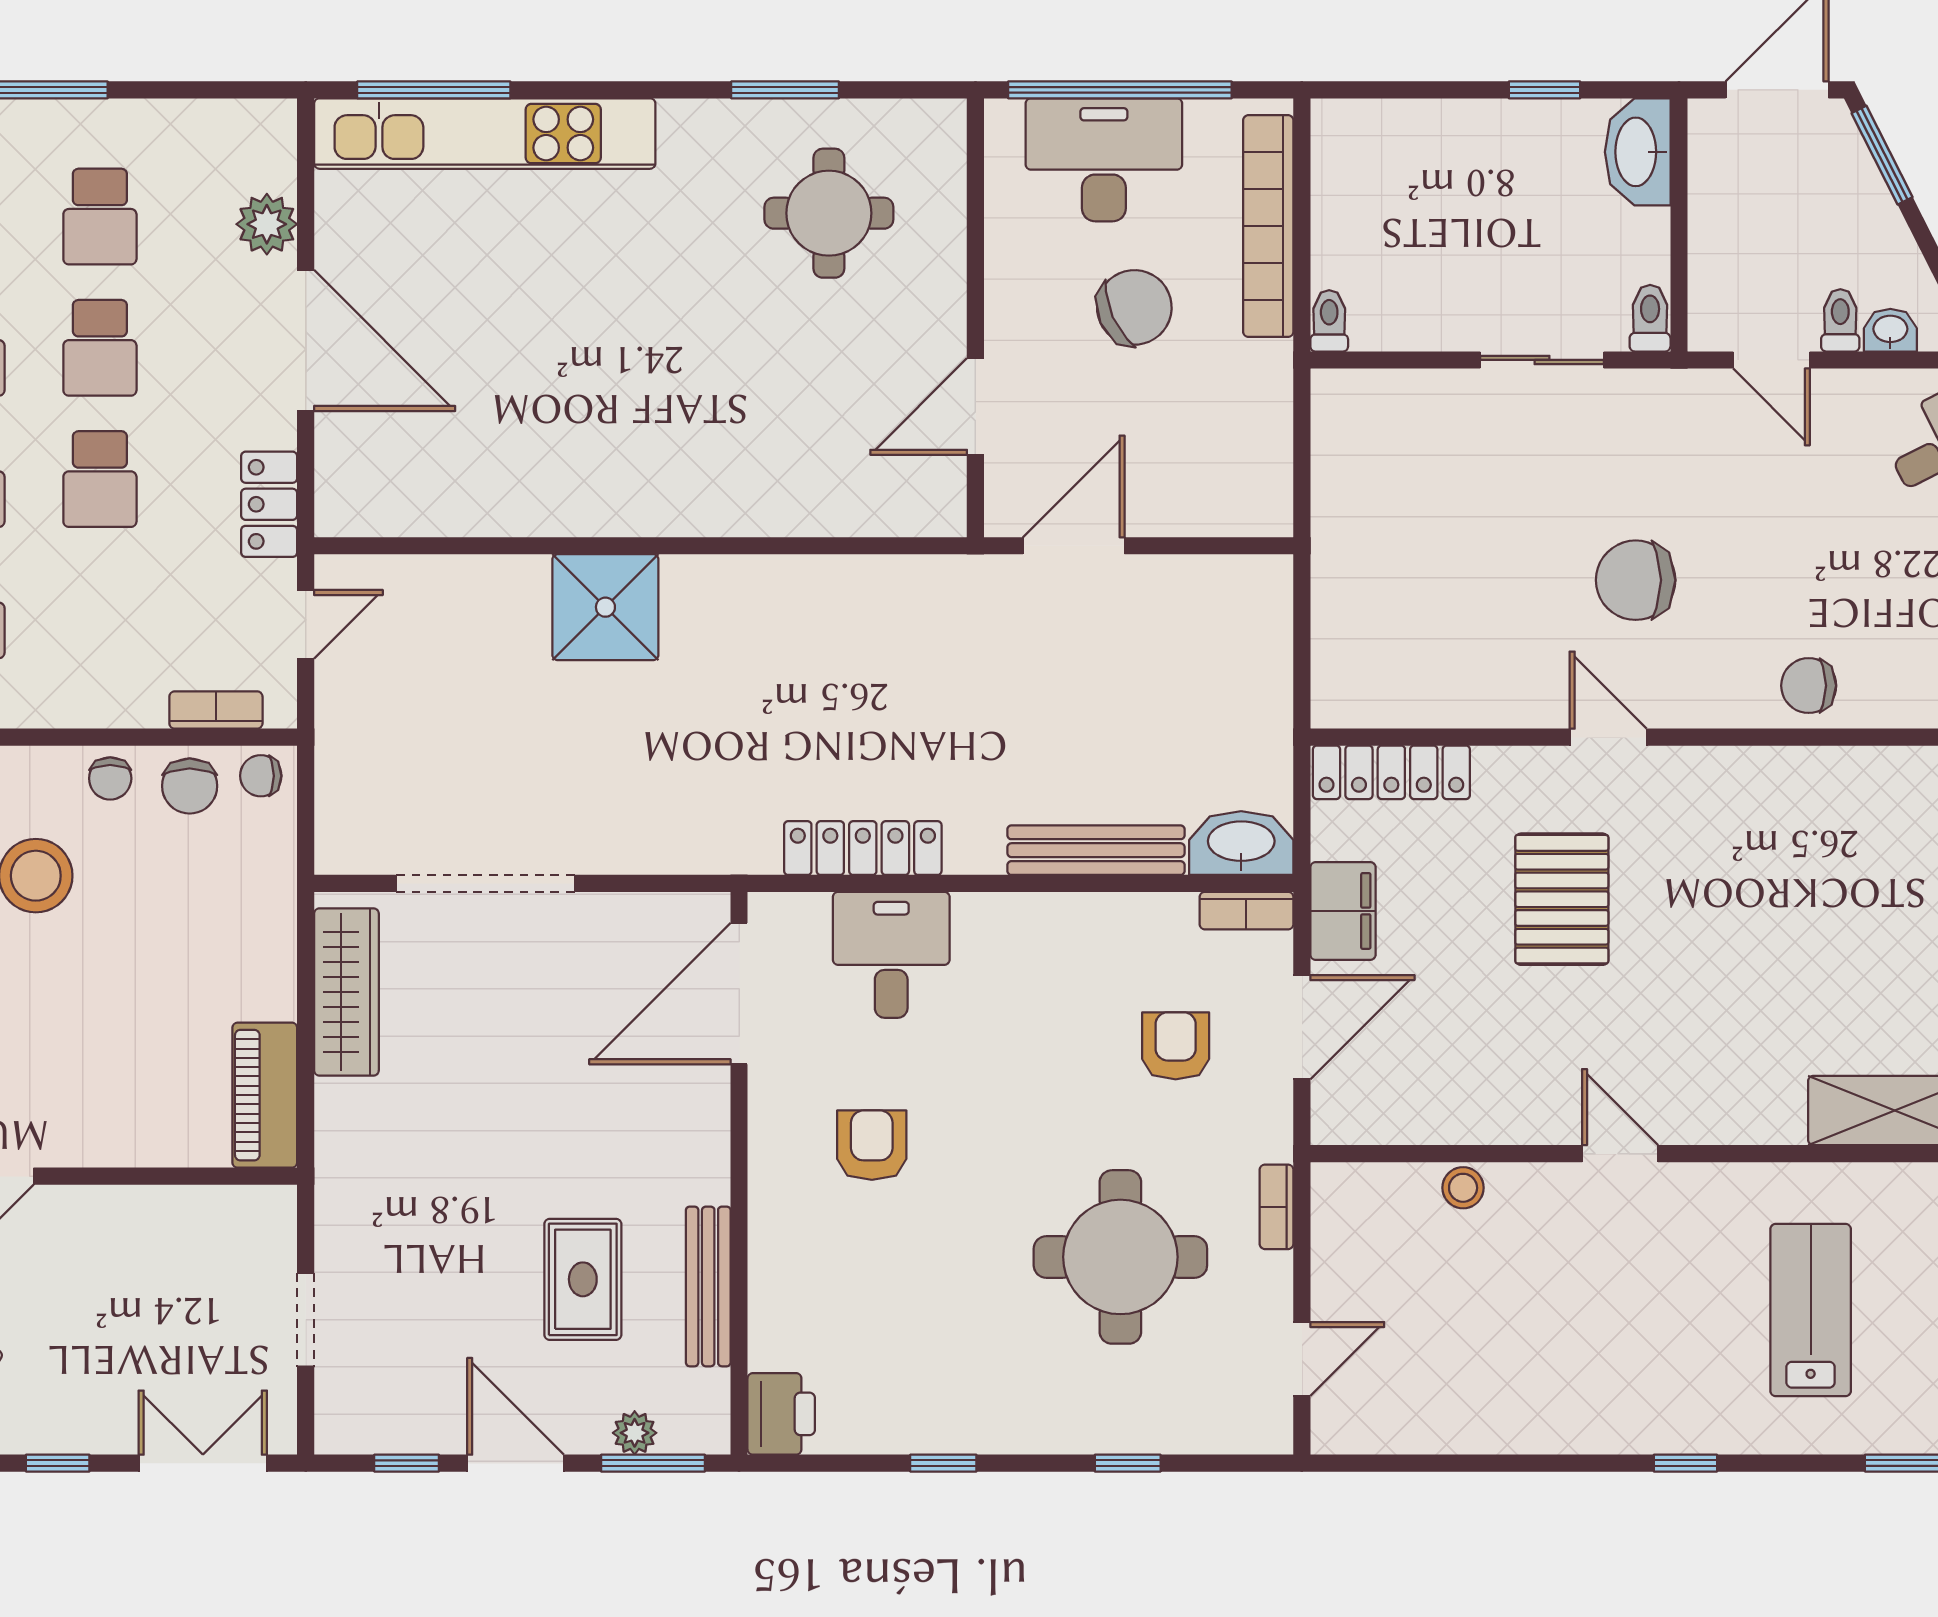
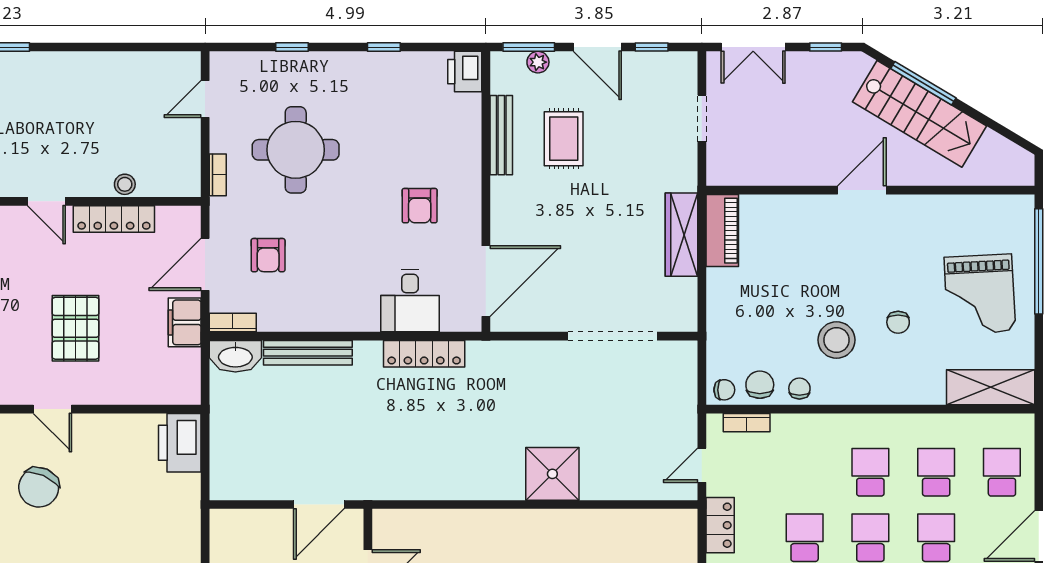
chair: (1636, 580) -> (39, 487), turned 114
printer: (1353, 670) -> (180, 443), added
locker: (1391, 772) -> (114, 219), moved, turned 180
wardrobe: (346, 992) -> (682, 235), moved

